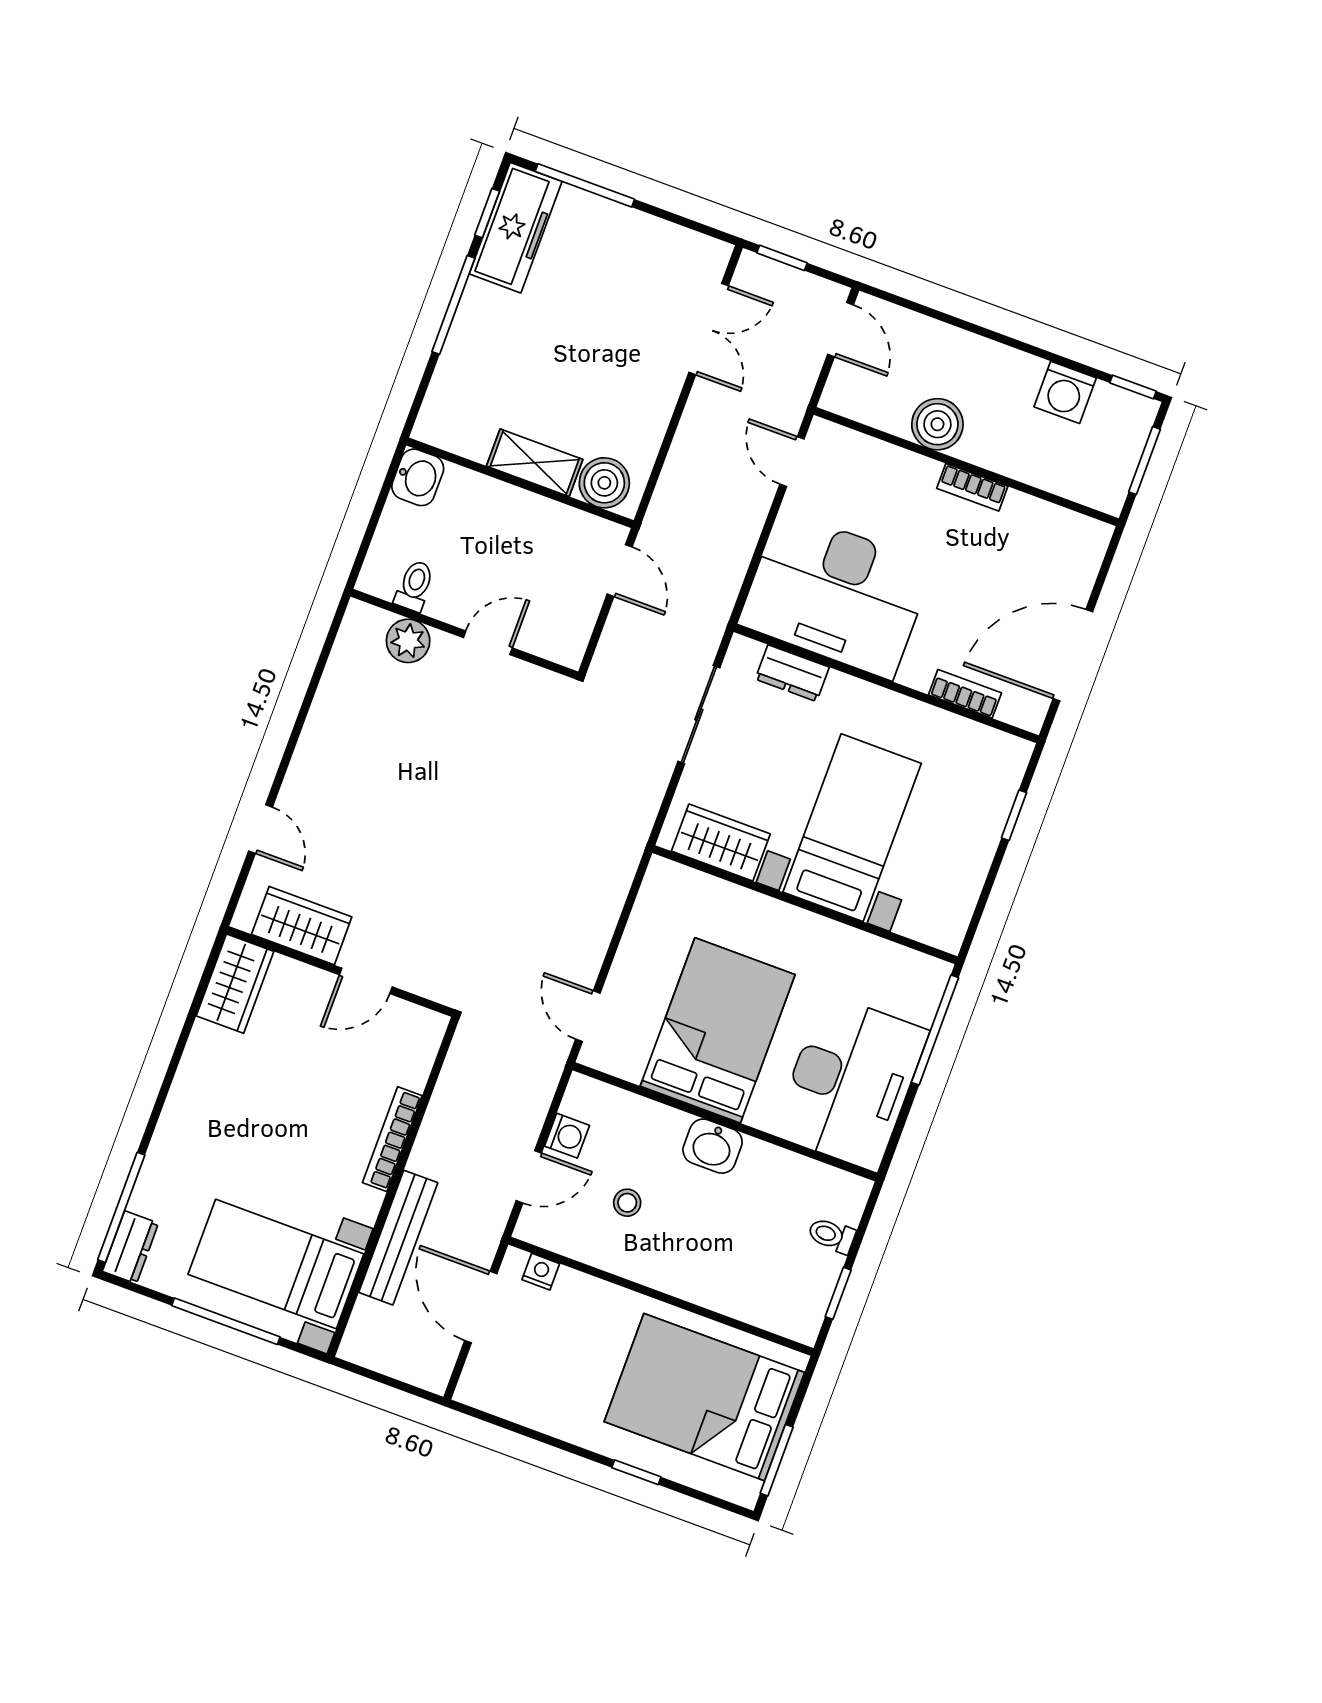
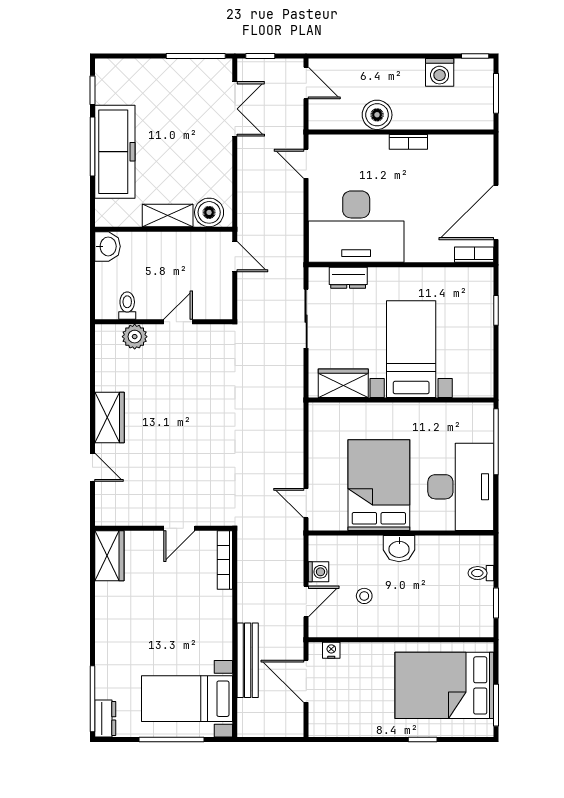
window: (585, 185) -> (196, 56), moved
freezer: (516, 228) -> (115, 152), moved, width x1.36, depth x1.26
bookcase: (965, 694) -> (474, 255), moved
wardrobe: (302, 926) -> (110, 417), moved, turned 90
bookcase: (392, 1139) -> (225, 560), moved

